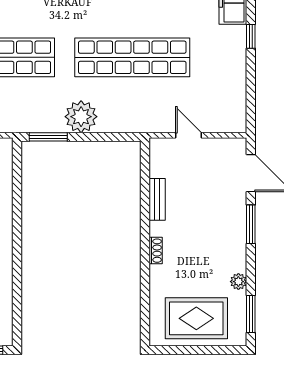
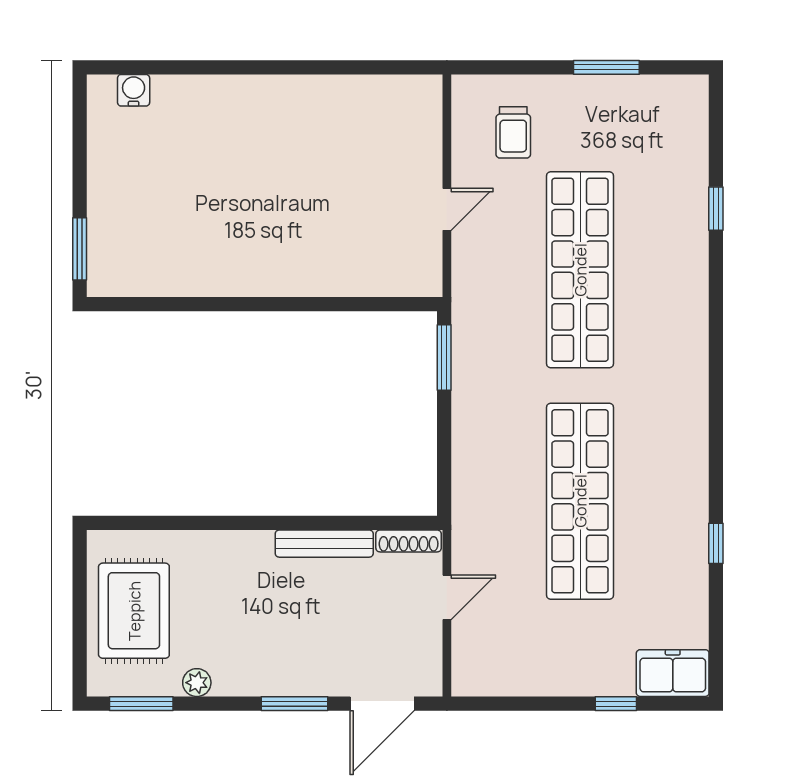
plant: (81, 117) -> (479, 414), removed
bench: (157, 199) -> (324, 544), width x1.36
shoe rack: (156, 251) -> (409, 541), moved, width x1.43

